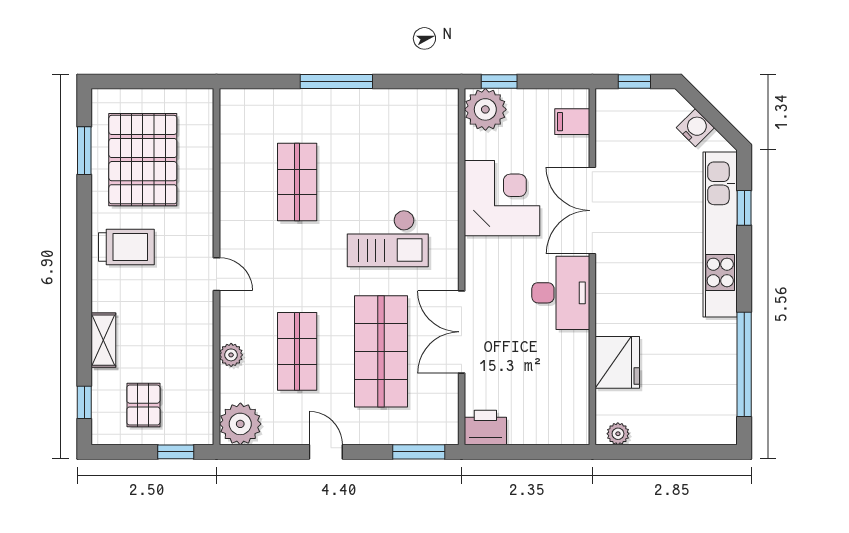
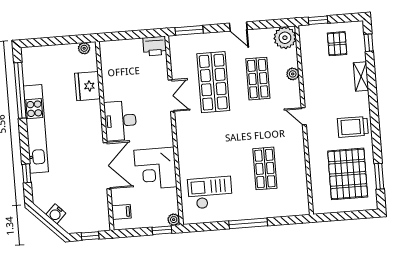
plant: (485, 109) -> (174, 220), width x0.53, depth x0.53
kitchen unit: (720, 234) -> (36, 129), moved
checkout: (388, 239) -> (210, 193), moved
double door: (462, 332) -> (171, 96), width x0.73

